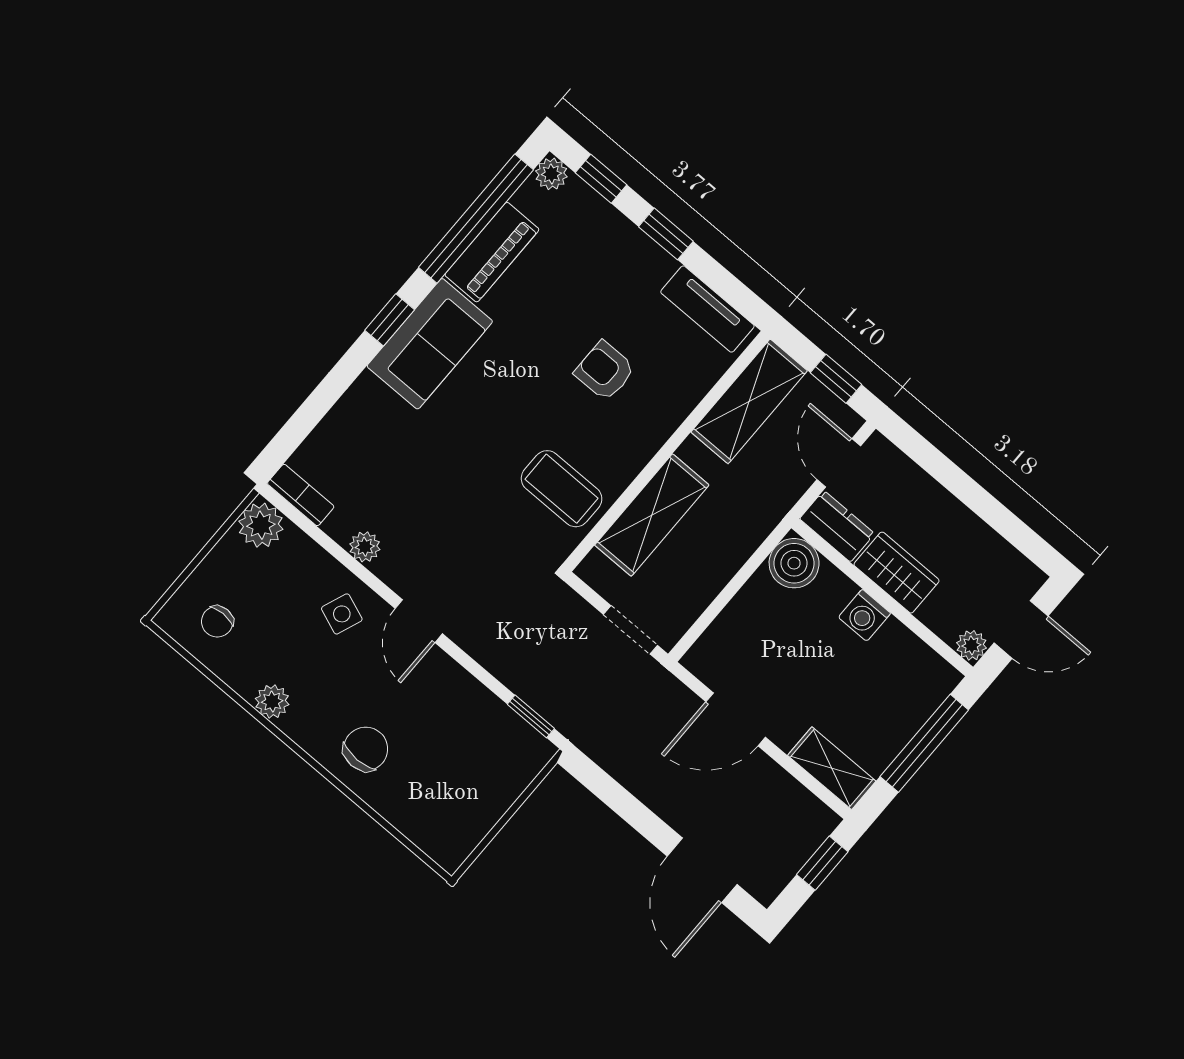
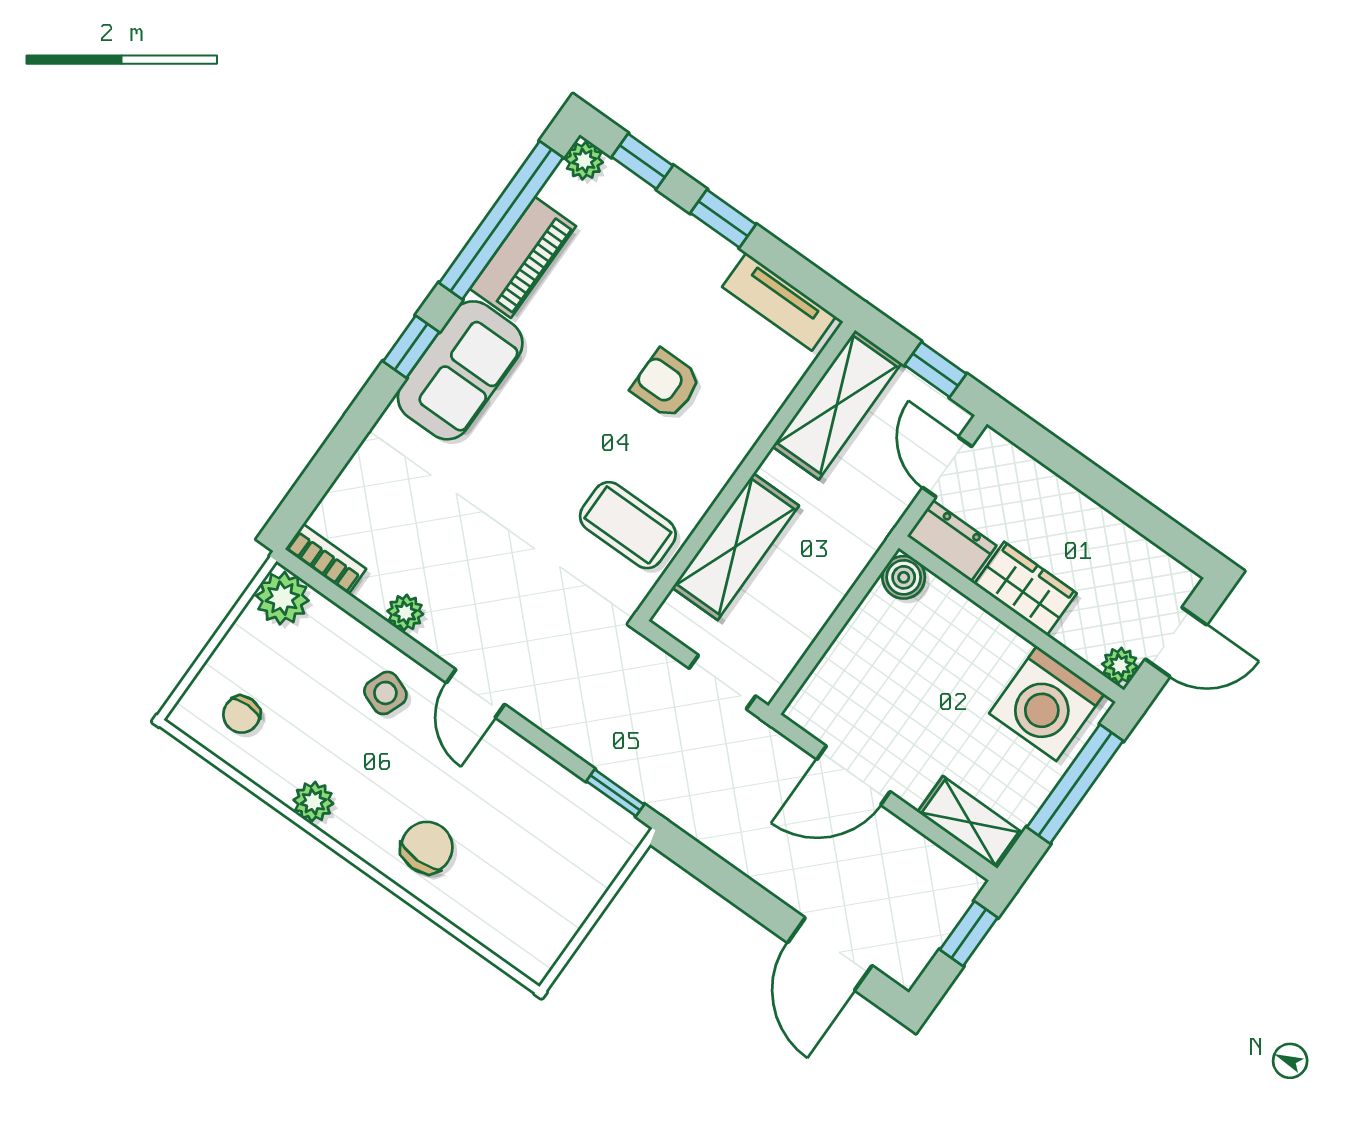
boiler: (794, 563) -> (904, 577), width x0.73, depth x0.73
washing machine: (865, 615) -> (1047, 704), moved, width x1.89, depth x1.89

